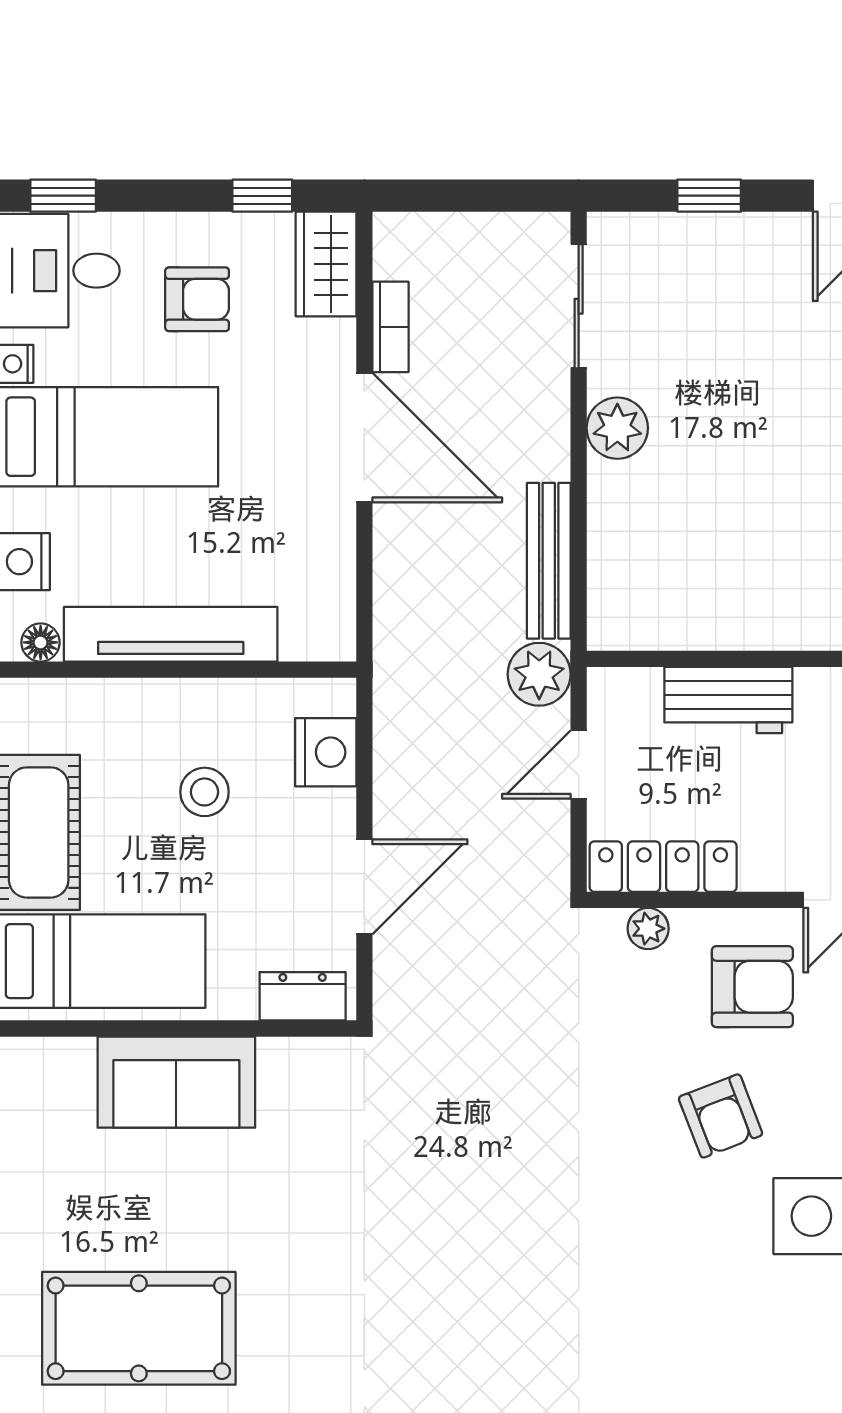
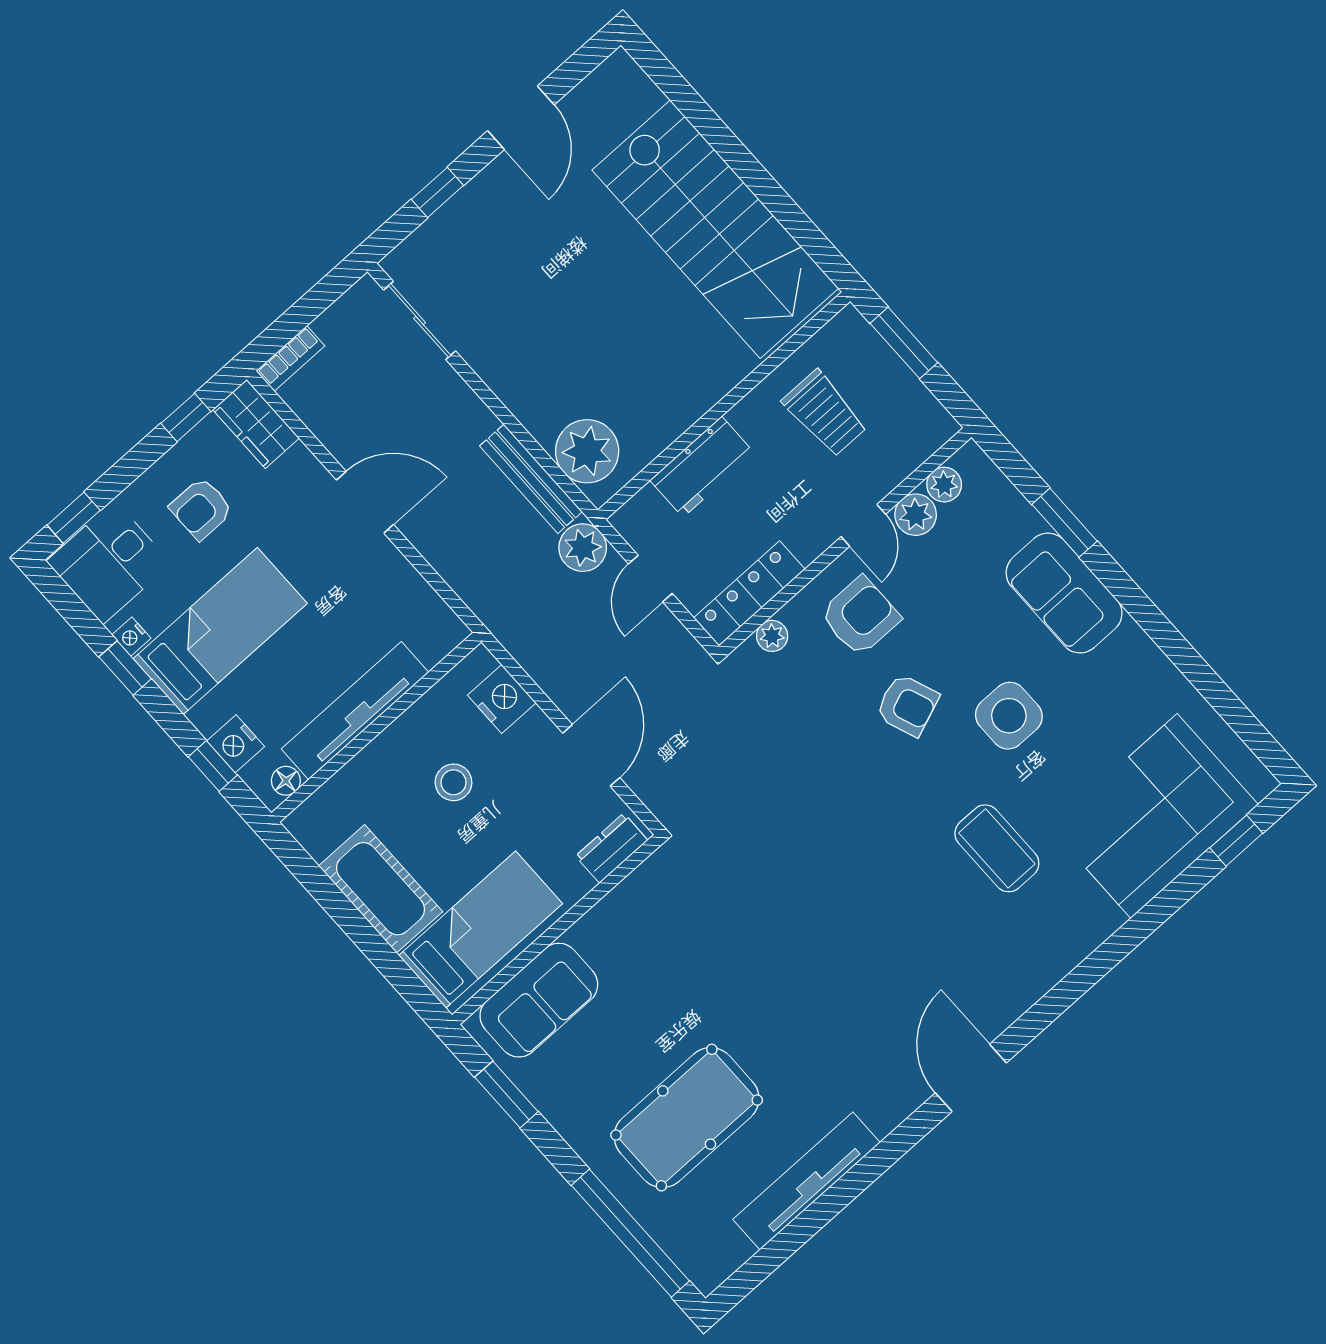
armchair: (197, 299) -> (201, 509), turned 180
bookcase: (390, 327) -> (290, 358), moved, turned 90
plant: (617, 428) -> (587, 451), moved, width x1.36, depth x1.36
door: (364, 437) -> (365, 502), width x0.73
sofa: (176, 1082) -> (539, 1000), moved
coffee table: (682, 1336) -> (997, 848), added

